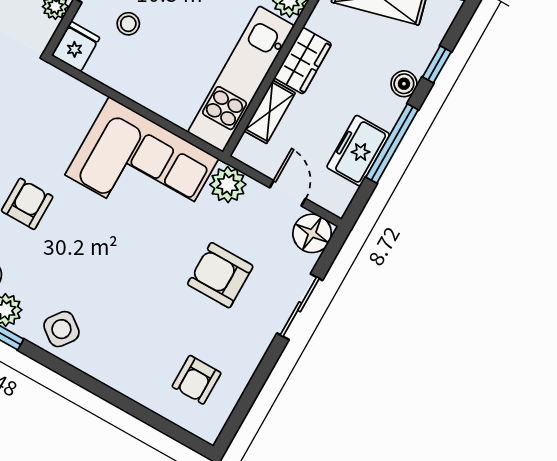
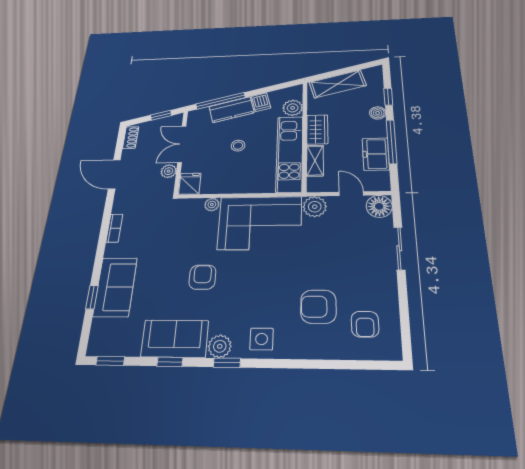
stool: (128, 24) -> (238, 146), moved
plant: (91, 100) -> (212, 204), added
armchair: (220, 275) -> (318, 307), moved
side table: (61, 329) -> (262, 339), turned -37

